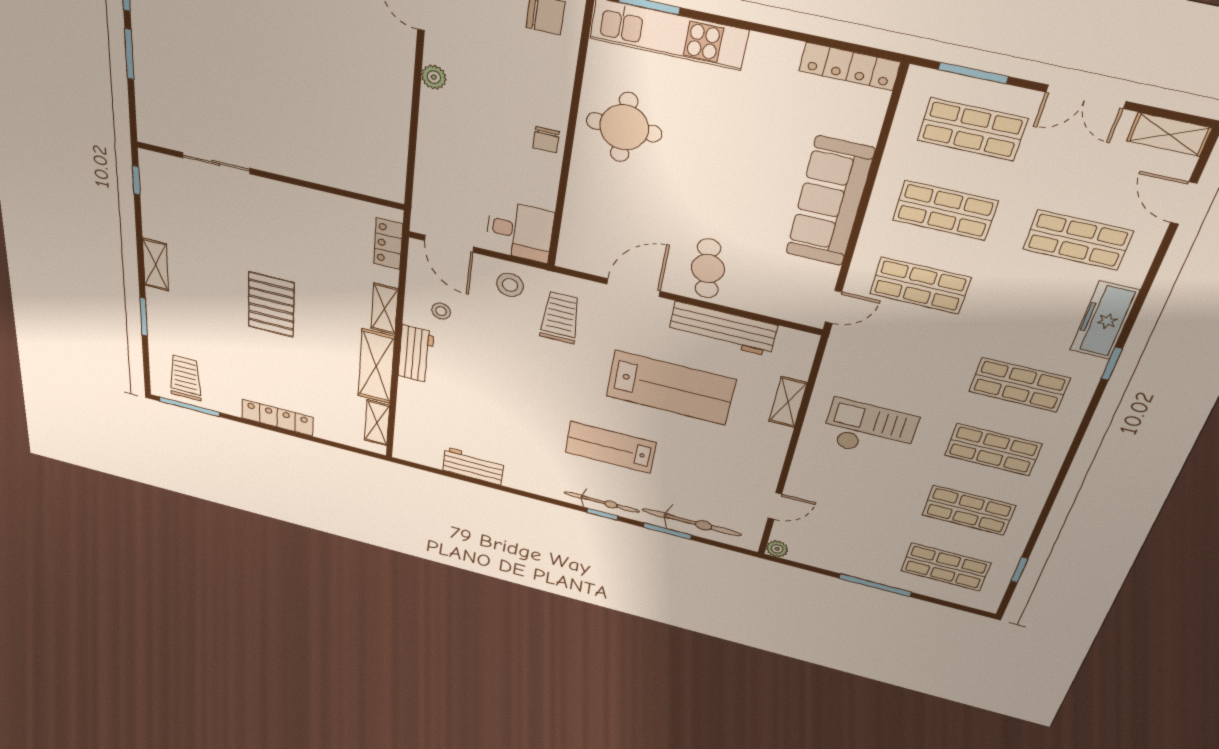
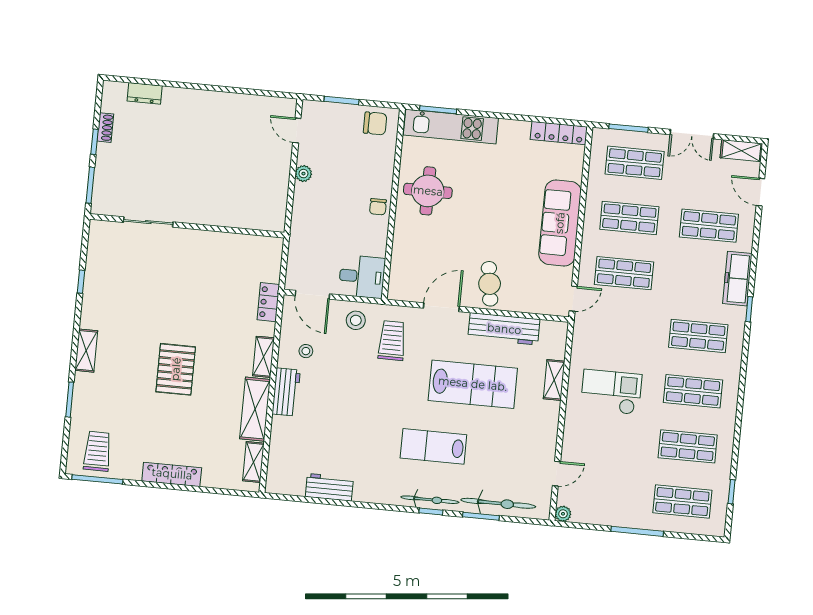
sliding door: (216, 163) -> (148, 222), moved
wall: (269, 175) -> (187, 226), moved

